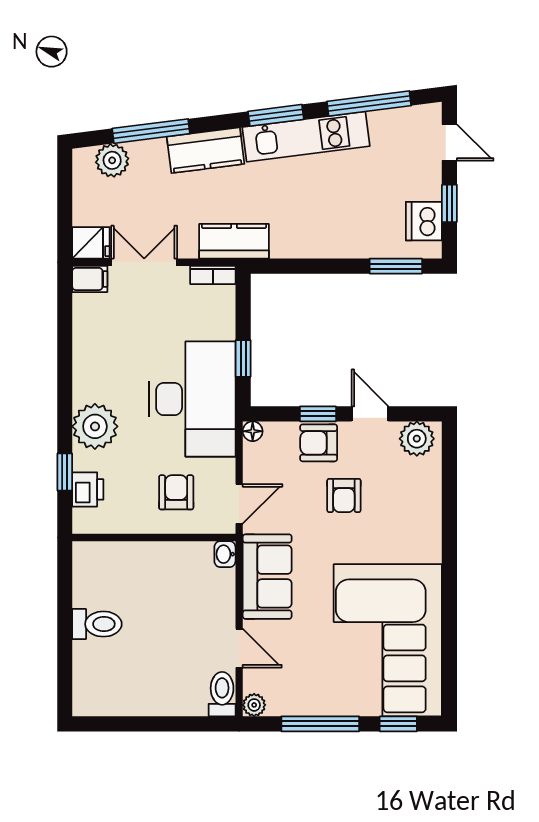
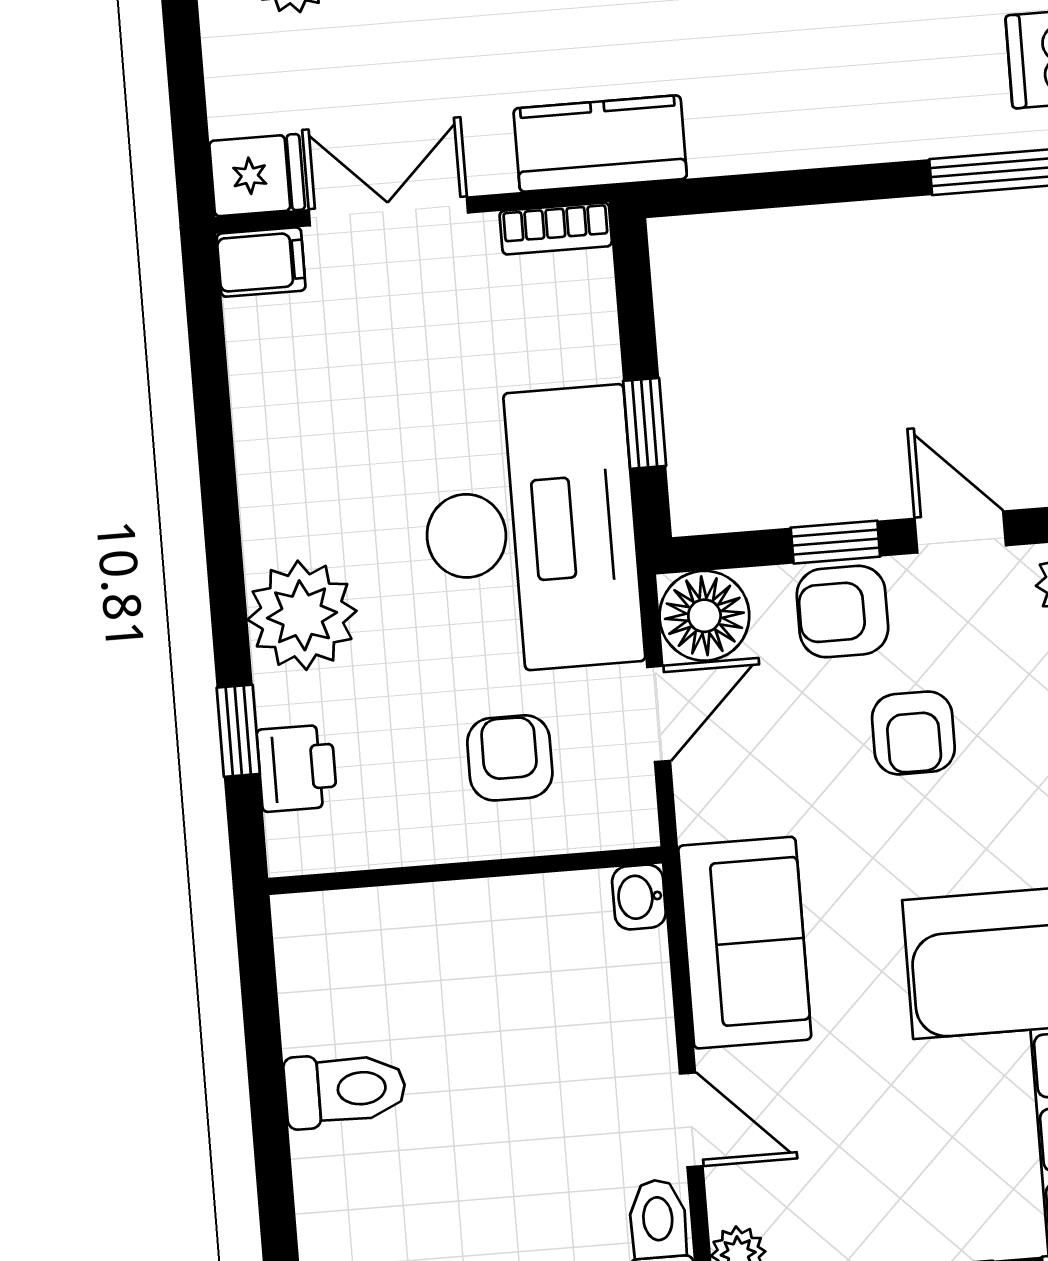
floor lamp: (253, 431) -> (704, 616), width x1.89, depth x1.89
door: (239, 504) -> (659, 714), moved

